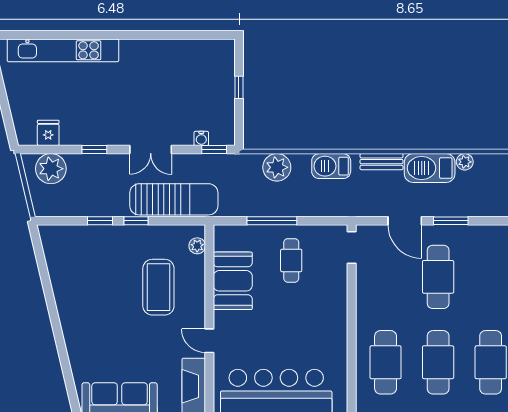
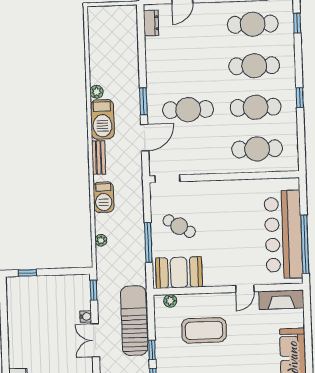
window: (239, 87) -> (27, 273), moved
water cooler: (201, 138) -> (86, 316), moved
double door: (151, 150) -> (95, 340), swing flipped
plant: (277, 167) -> (101, 240), width x0.53, depth x0.53
cafe table: (291, 260) -> (179, 226), turned 30
booth: (233, 281) -> (179, 272), moved

